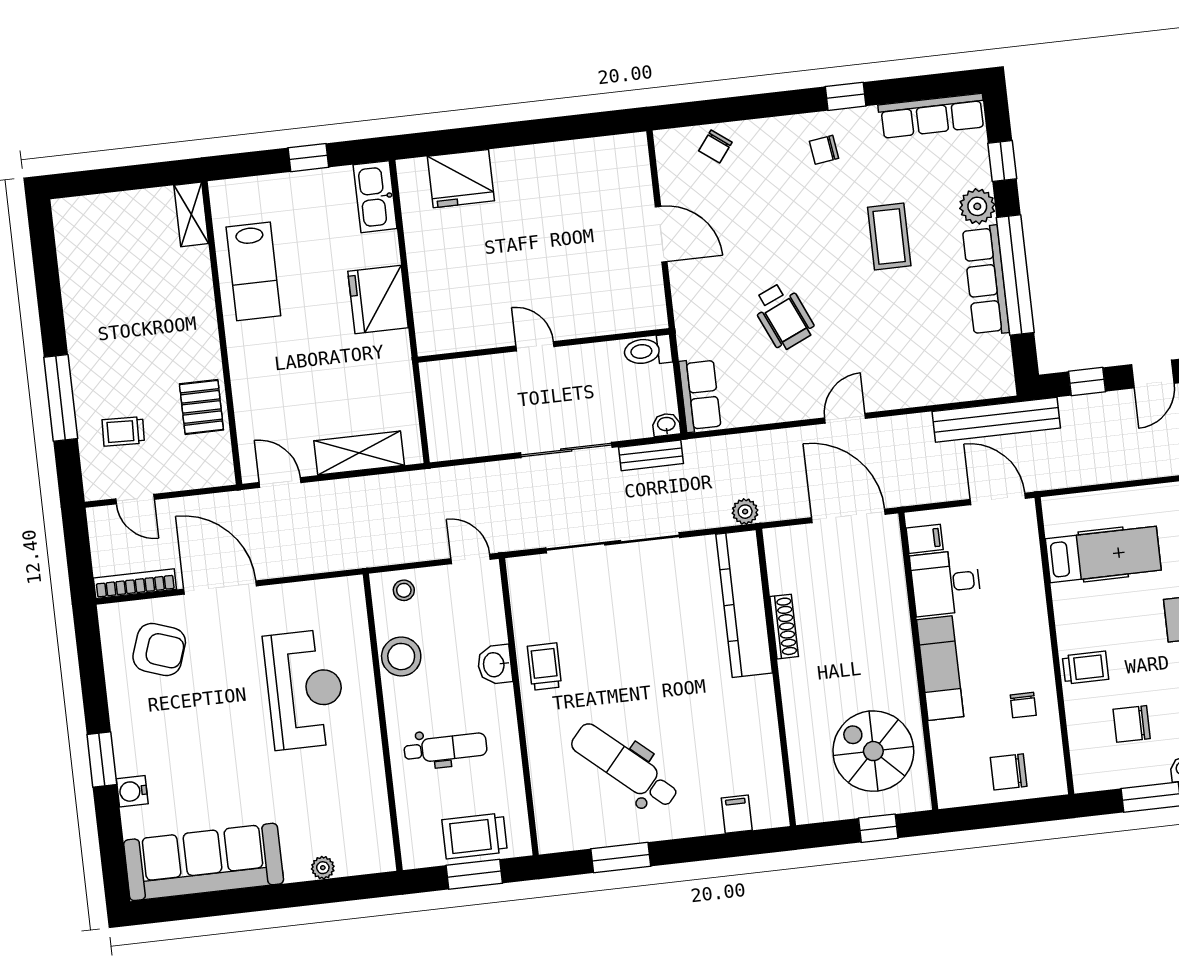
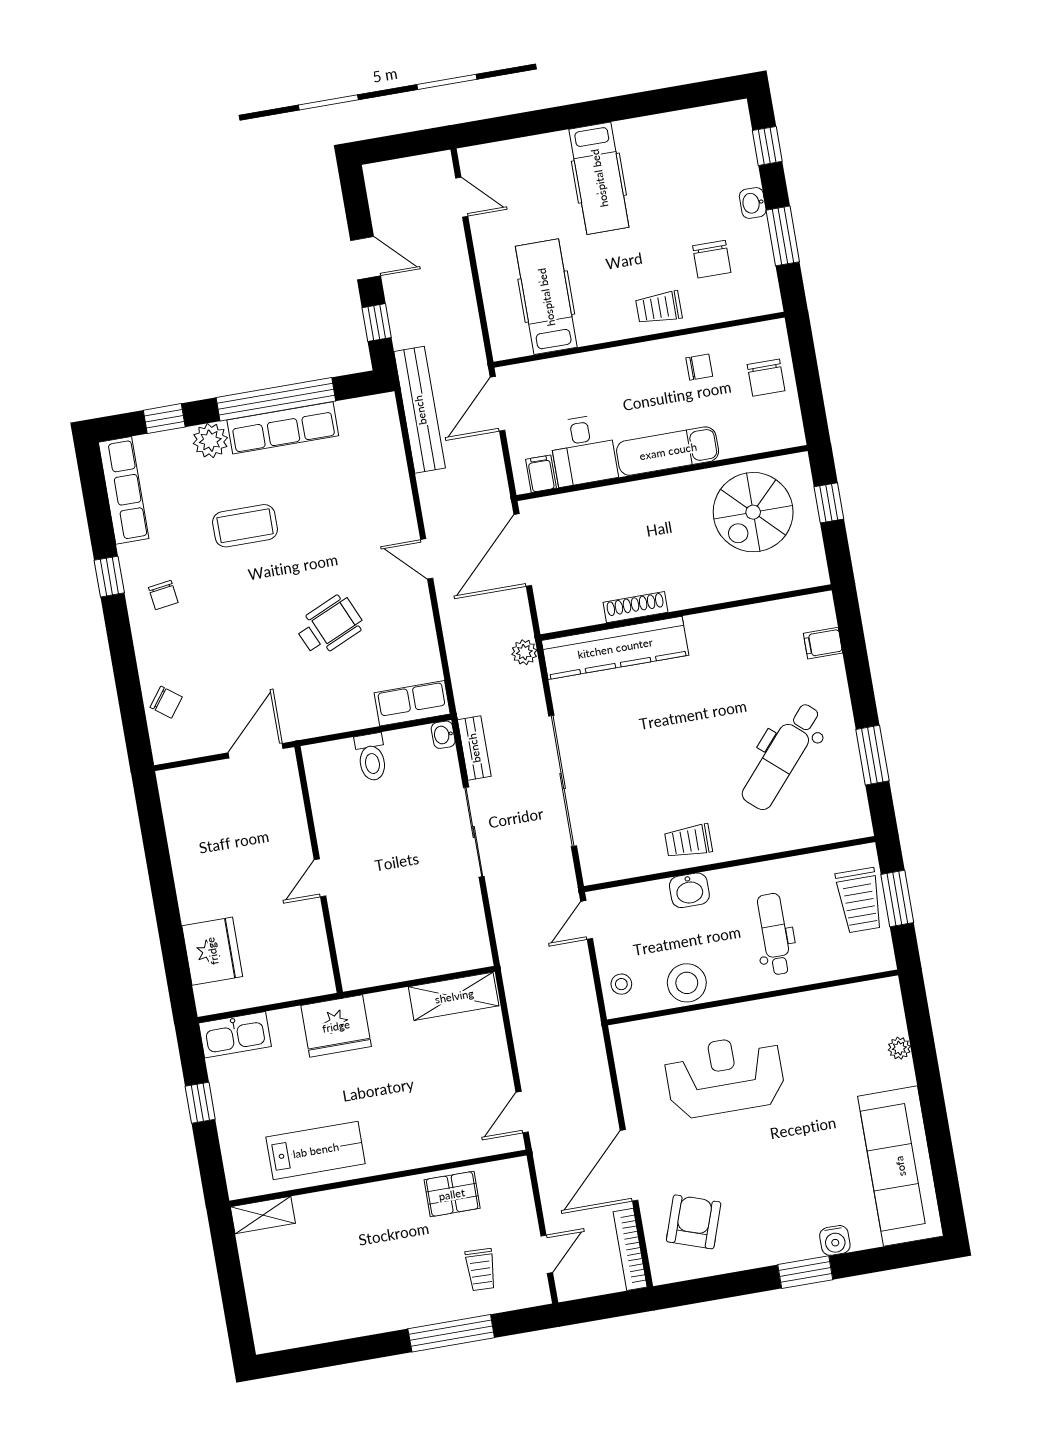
wall: (544, 345) -> (319, 869), moved
door: (535, 346) -> (320, 878), moved
shelving: (359, 453) -> (454, 996), moved, turned 90
trolley: (1086, 668) -> (659, 308), turned -90

